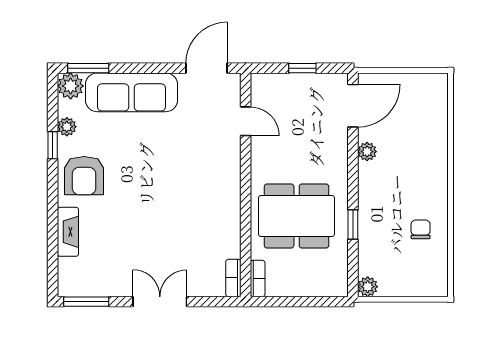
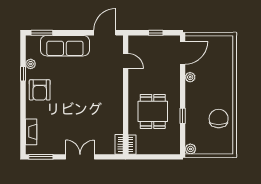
plant: (71, 86) -> (33, 42), removed
dining table: (297, 216) -> (153, 111), width x0.73
chair: (421, 229) -> (219, 119), width x1.87, depth x1.87
fireplace: (68, 232) -> (31, 132), moved

